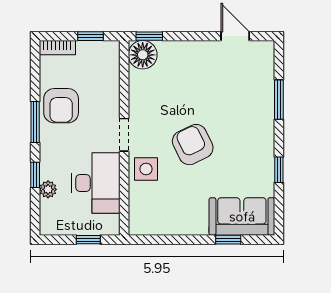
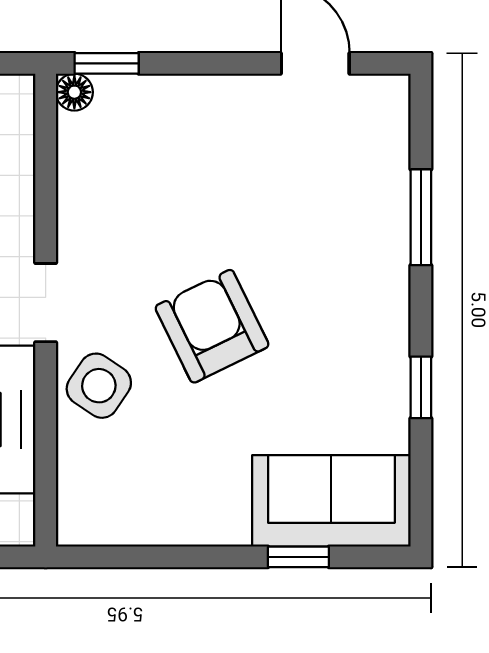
floor lamp: (143, 55) -> (74, 92), width x0.53, depth x0.53
side table: (146, 169) -> (99, 386), turned 34

